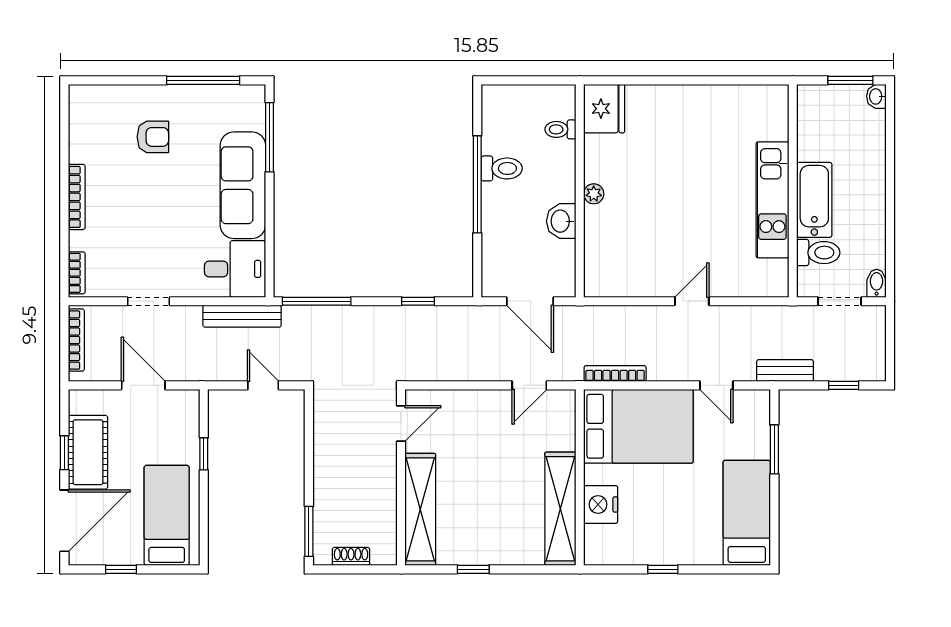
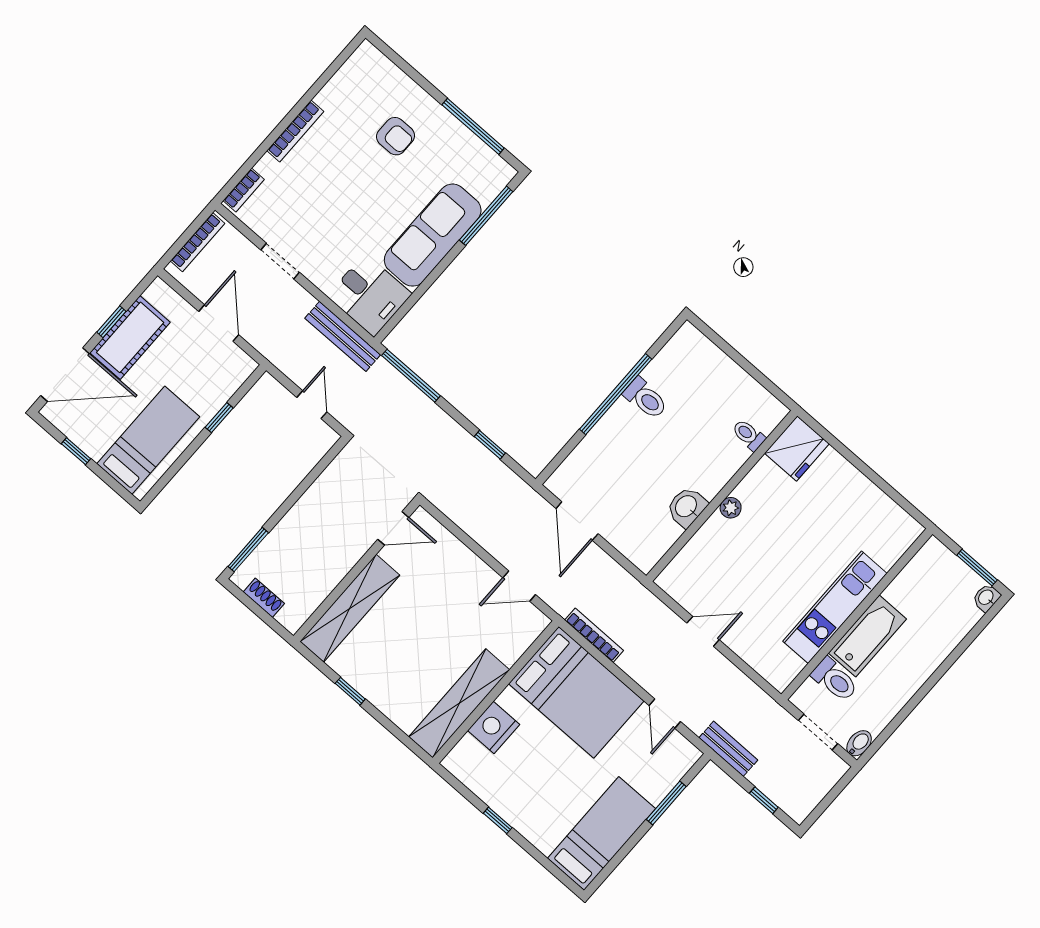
fridge: (604, 109) -> (797, 449), moved
toilet: (560, 129) -> (749, 435), moved
wall: (580, 191) -> (722, 496), moved
plant: (594, 194) -> (731, 508), moved
washbasin: (561, 221) -> (687, 507), moved

